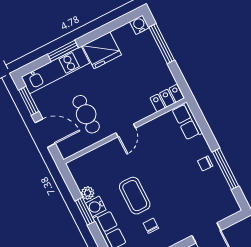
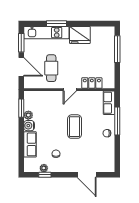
water cooler: (139, 25) -> (110, 31), removed
locker: (167, 98) -> (92, 83), moved
window: (225, 169) -> (117, 121), moved
coffee table: (135, 196) -> (75, 127), moved
window: (85, 211) -> (21, 108), moved

